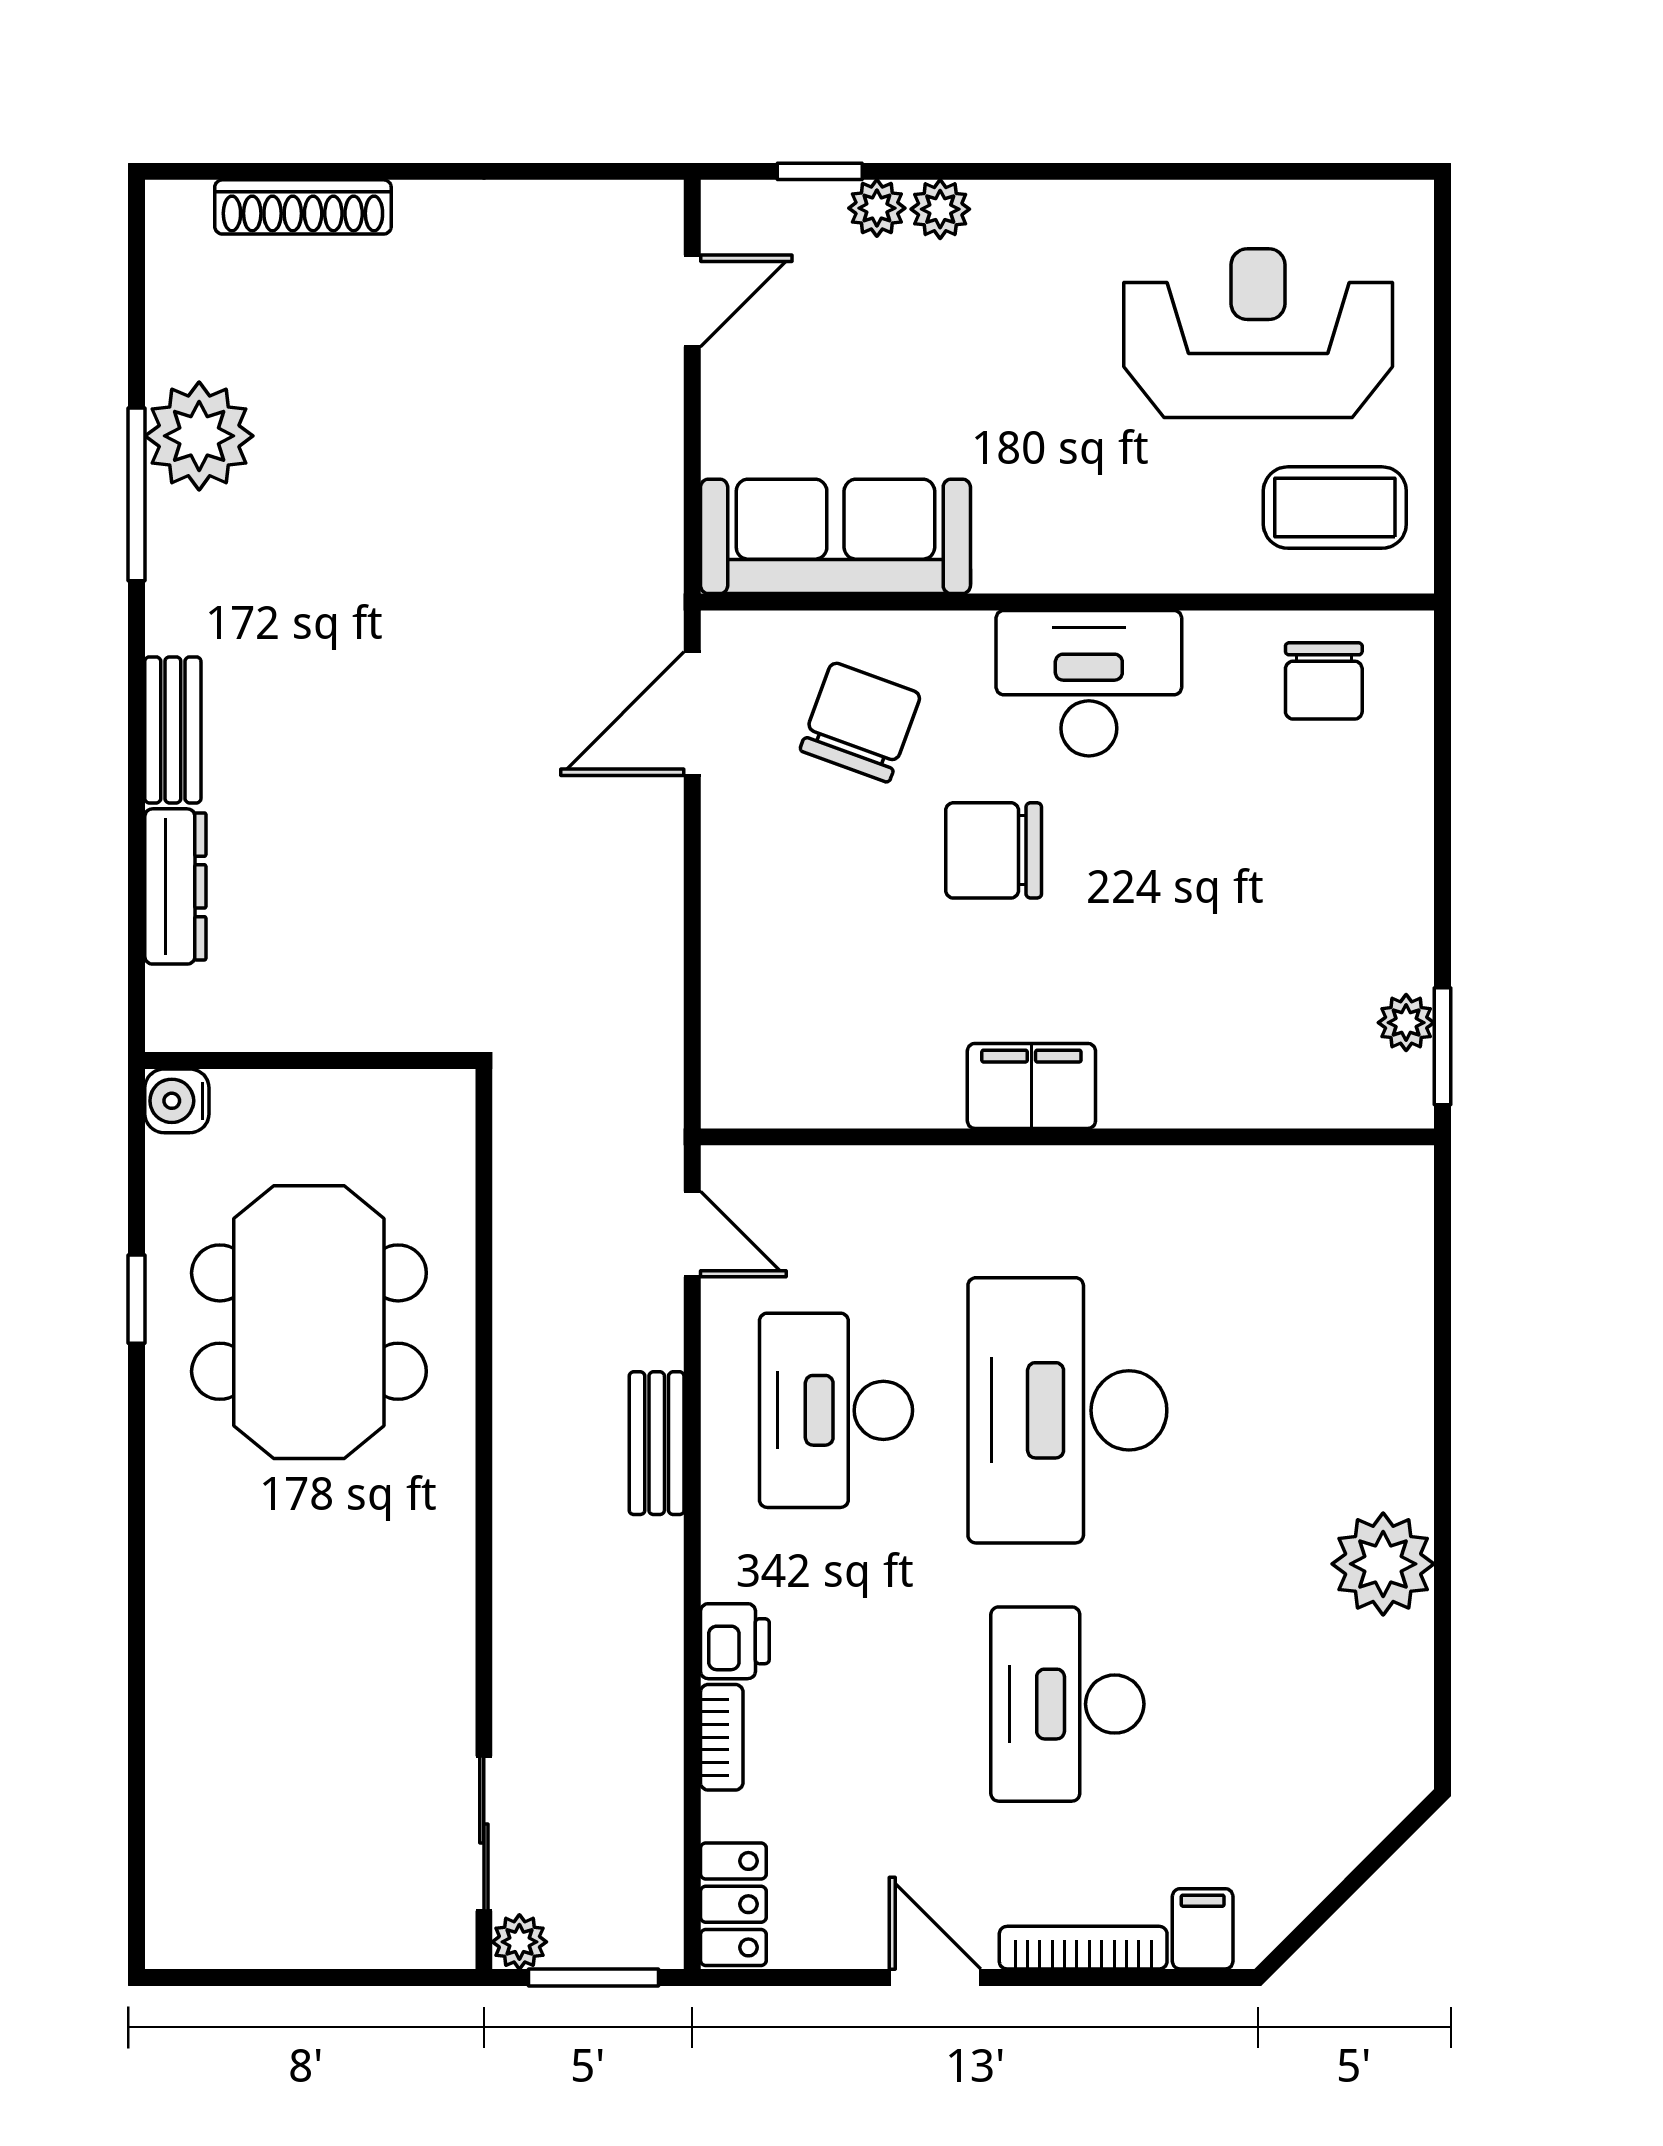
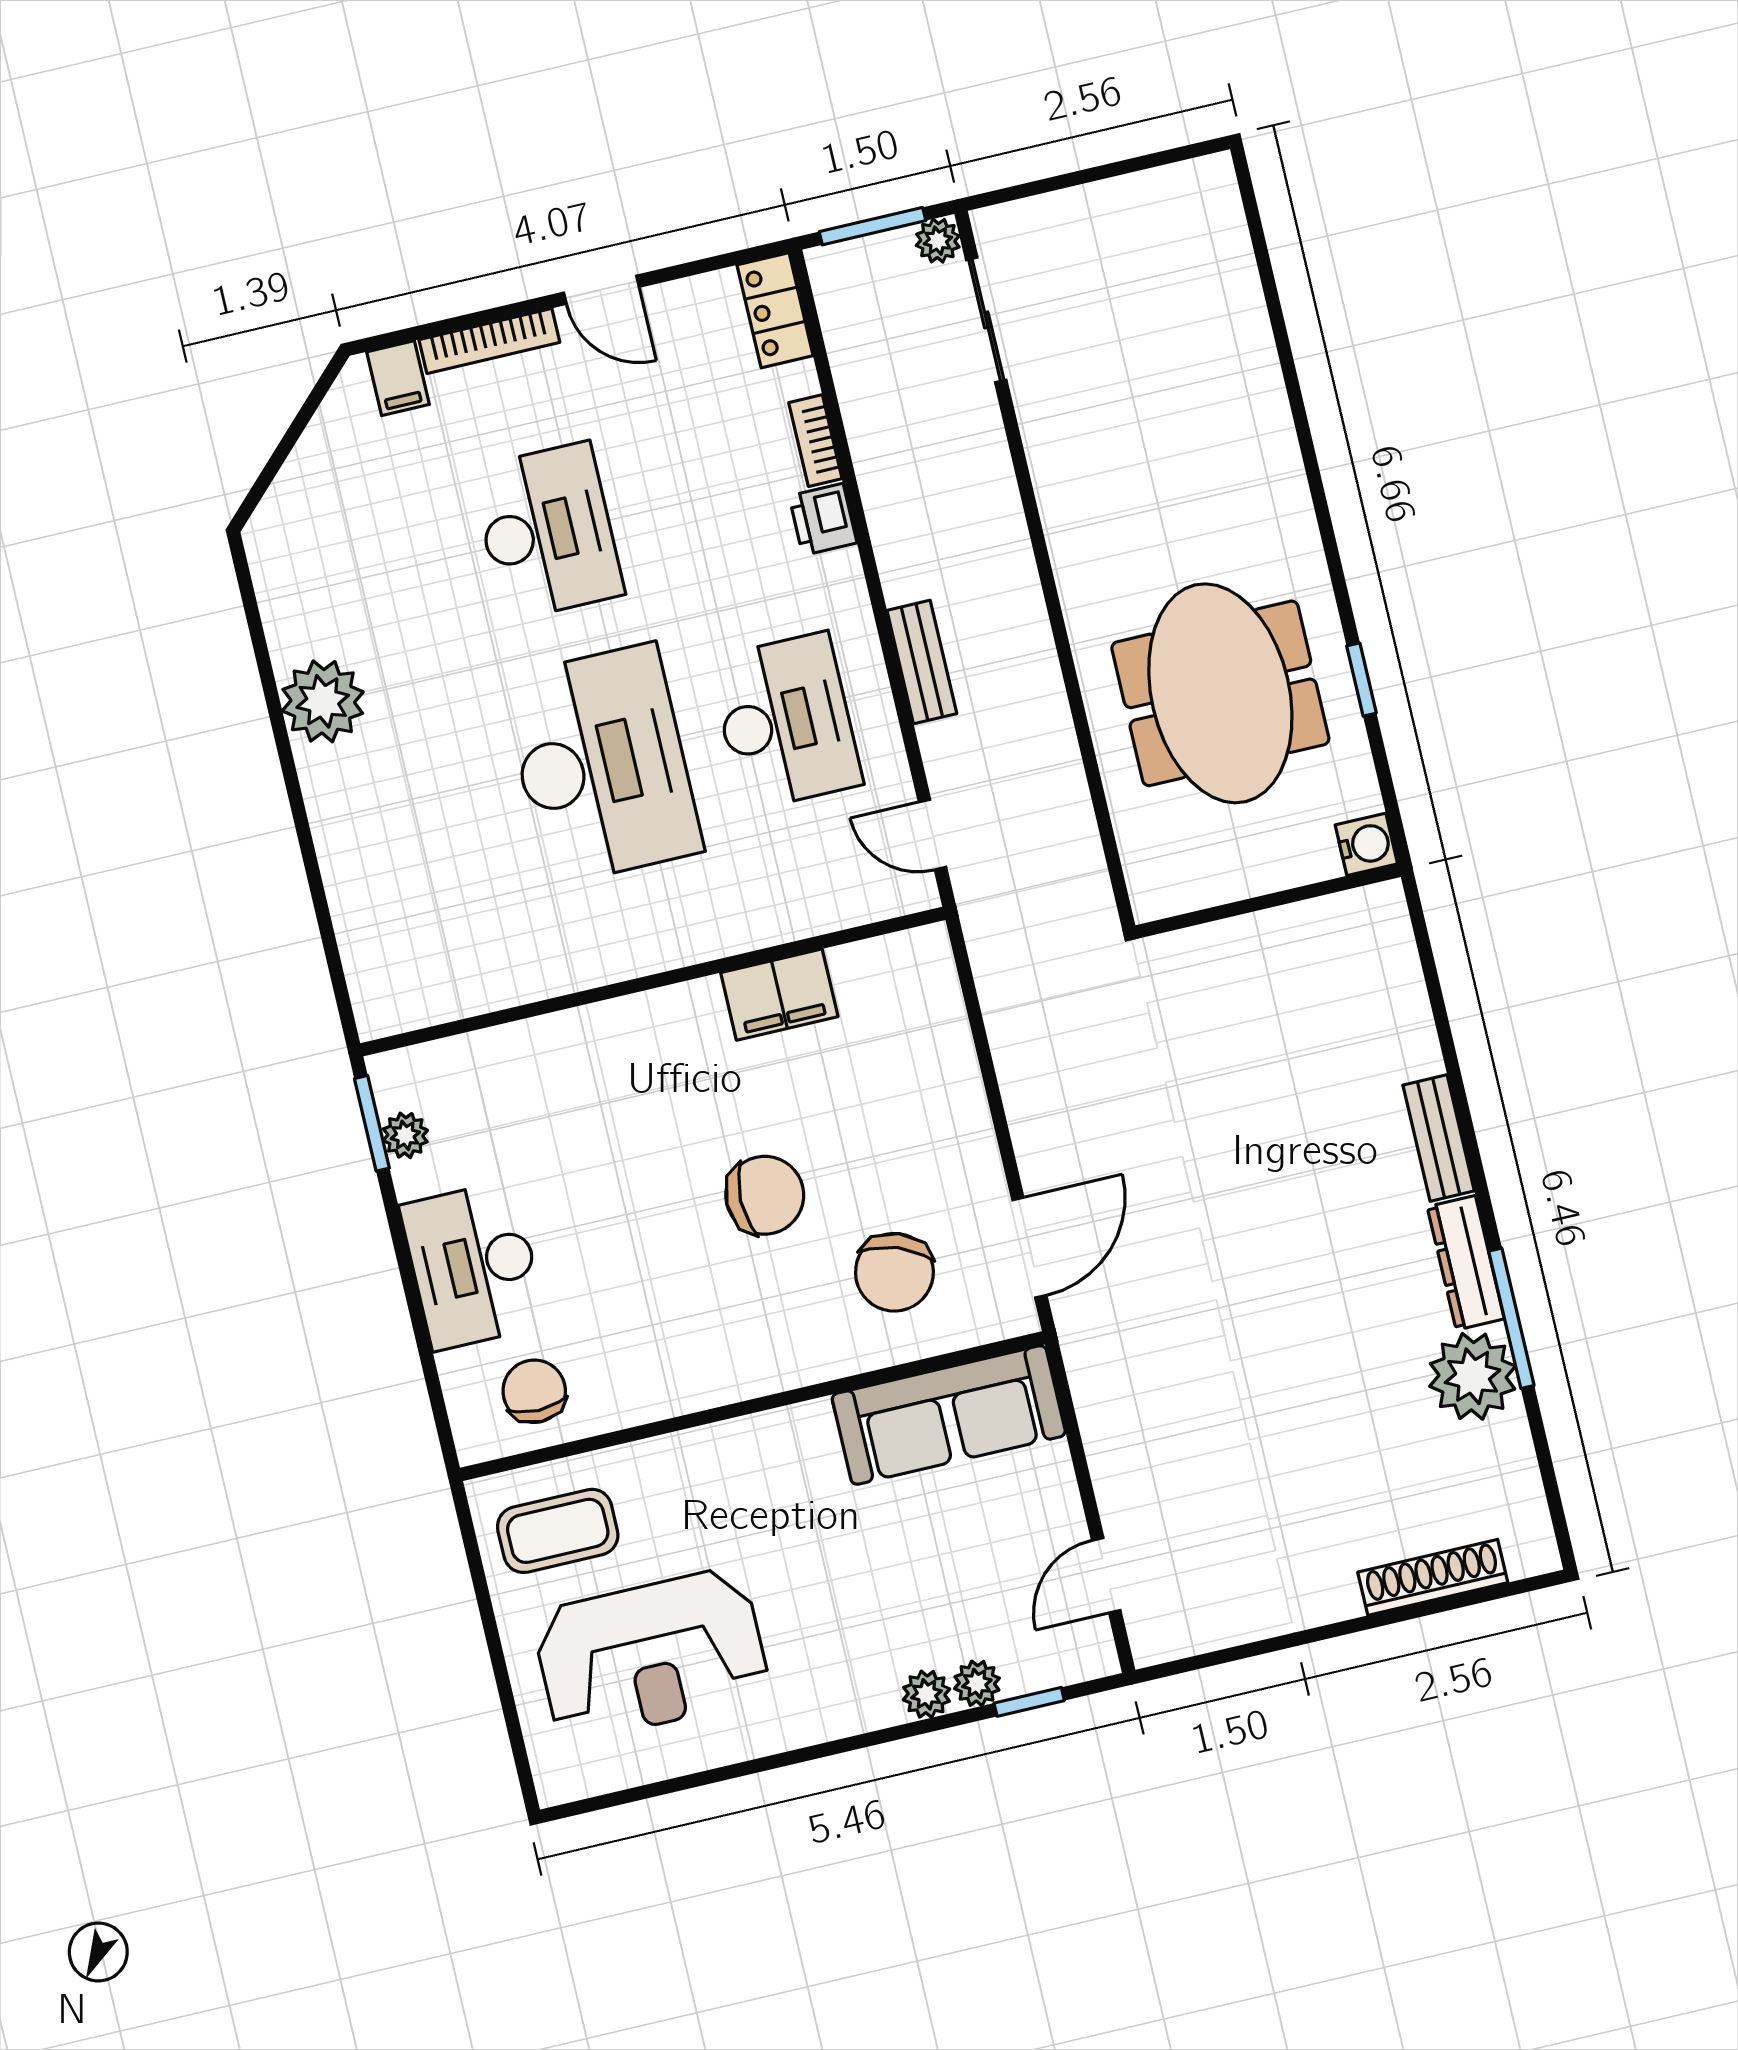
desk: (1089, 683) -> (473, 1265), moved, turned 90
dresser: (175, 886) -> (1466, 1263), moved
filing cabinet: (1031, 1086) -> (779, 995), moved

